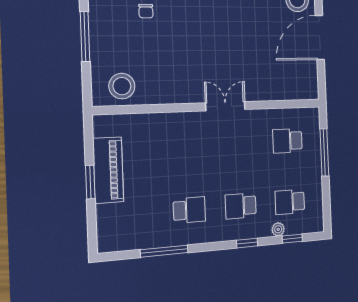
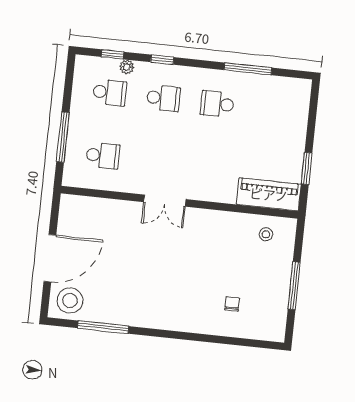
stool: (122, 86) -> (266, 234), width x0.53, depth x0.53
piano: (108, 170) -> (269, 194), moved, turned 90
window: (90, 182) -> (307, 169), moved

